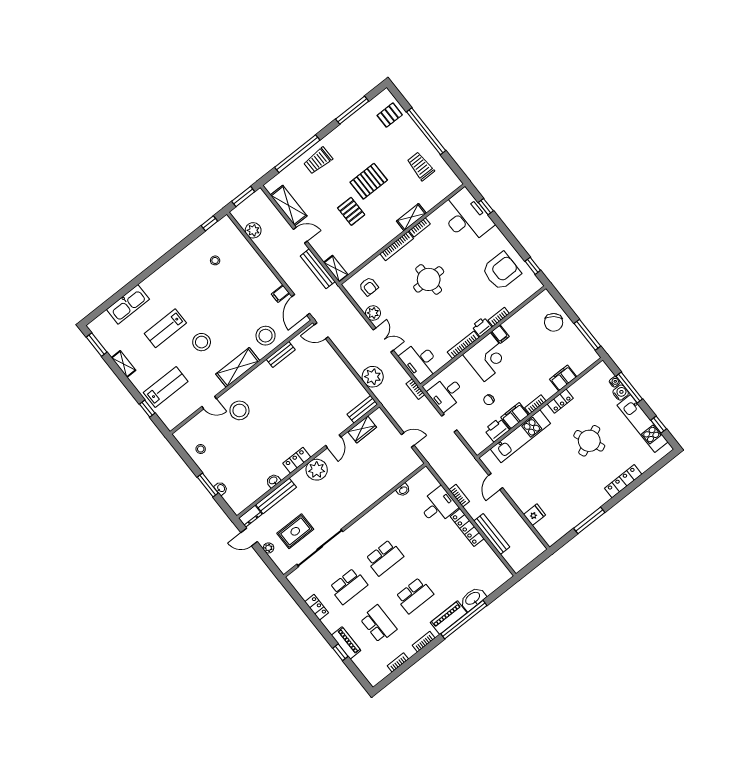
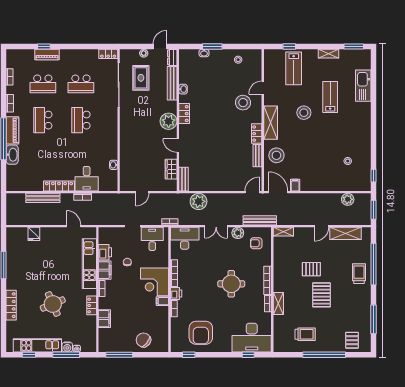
bench: (318, 269) -> (260, 220), moved
locker: (260, 372) -> (257, 134), added
school desk: (349, 586) -> (81, 84), turned -90
locker: (317, 607) -> (108, 54), moved

